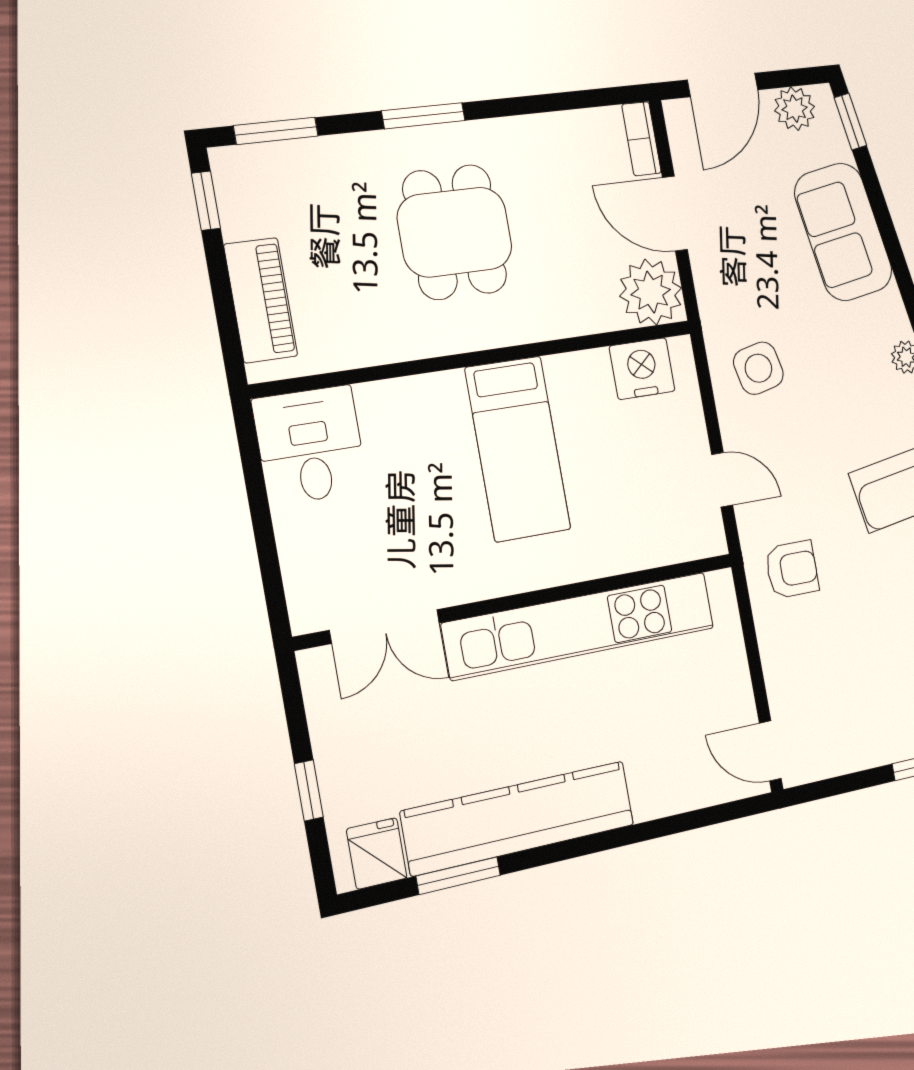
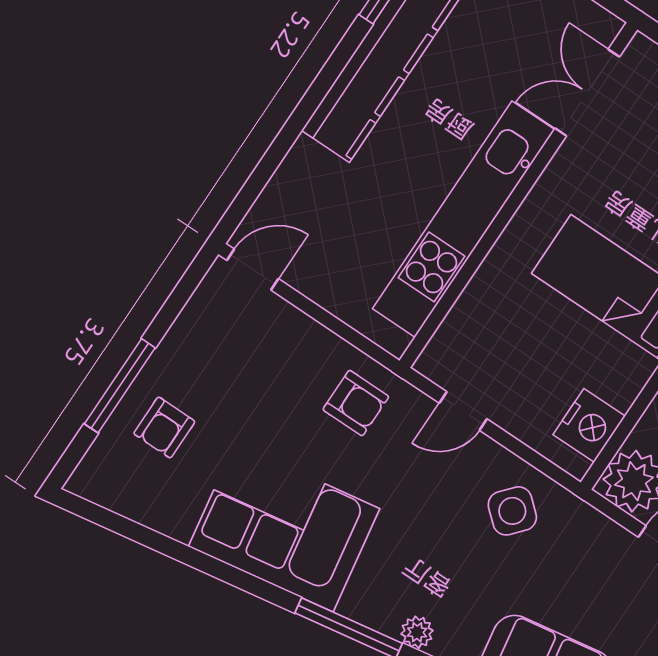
side table: (758, 368) -> (512, 511), turned -36
armchair: (792, 569) -> (356, 403), turned -90

